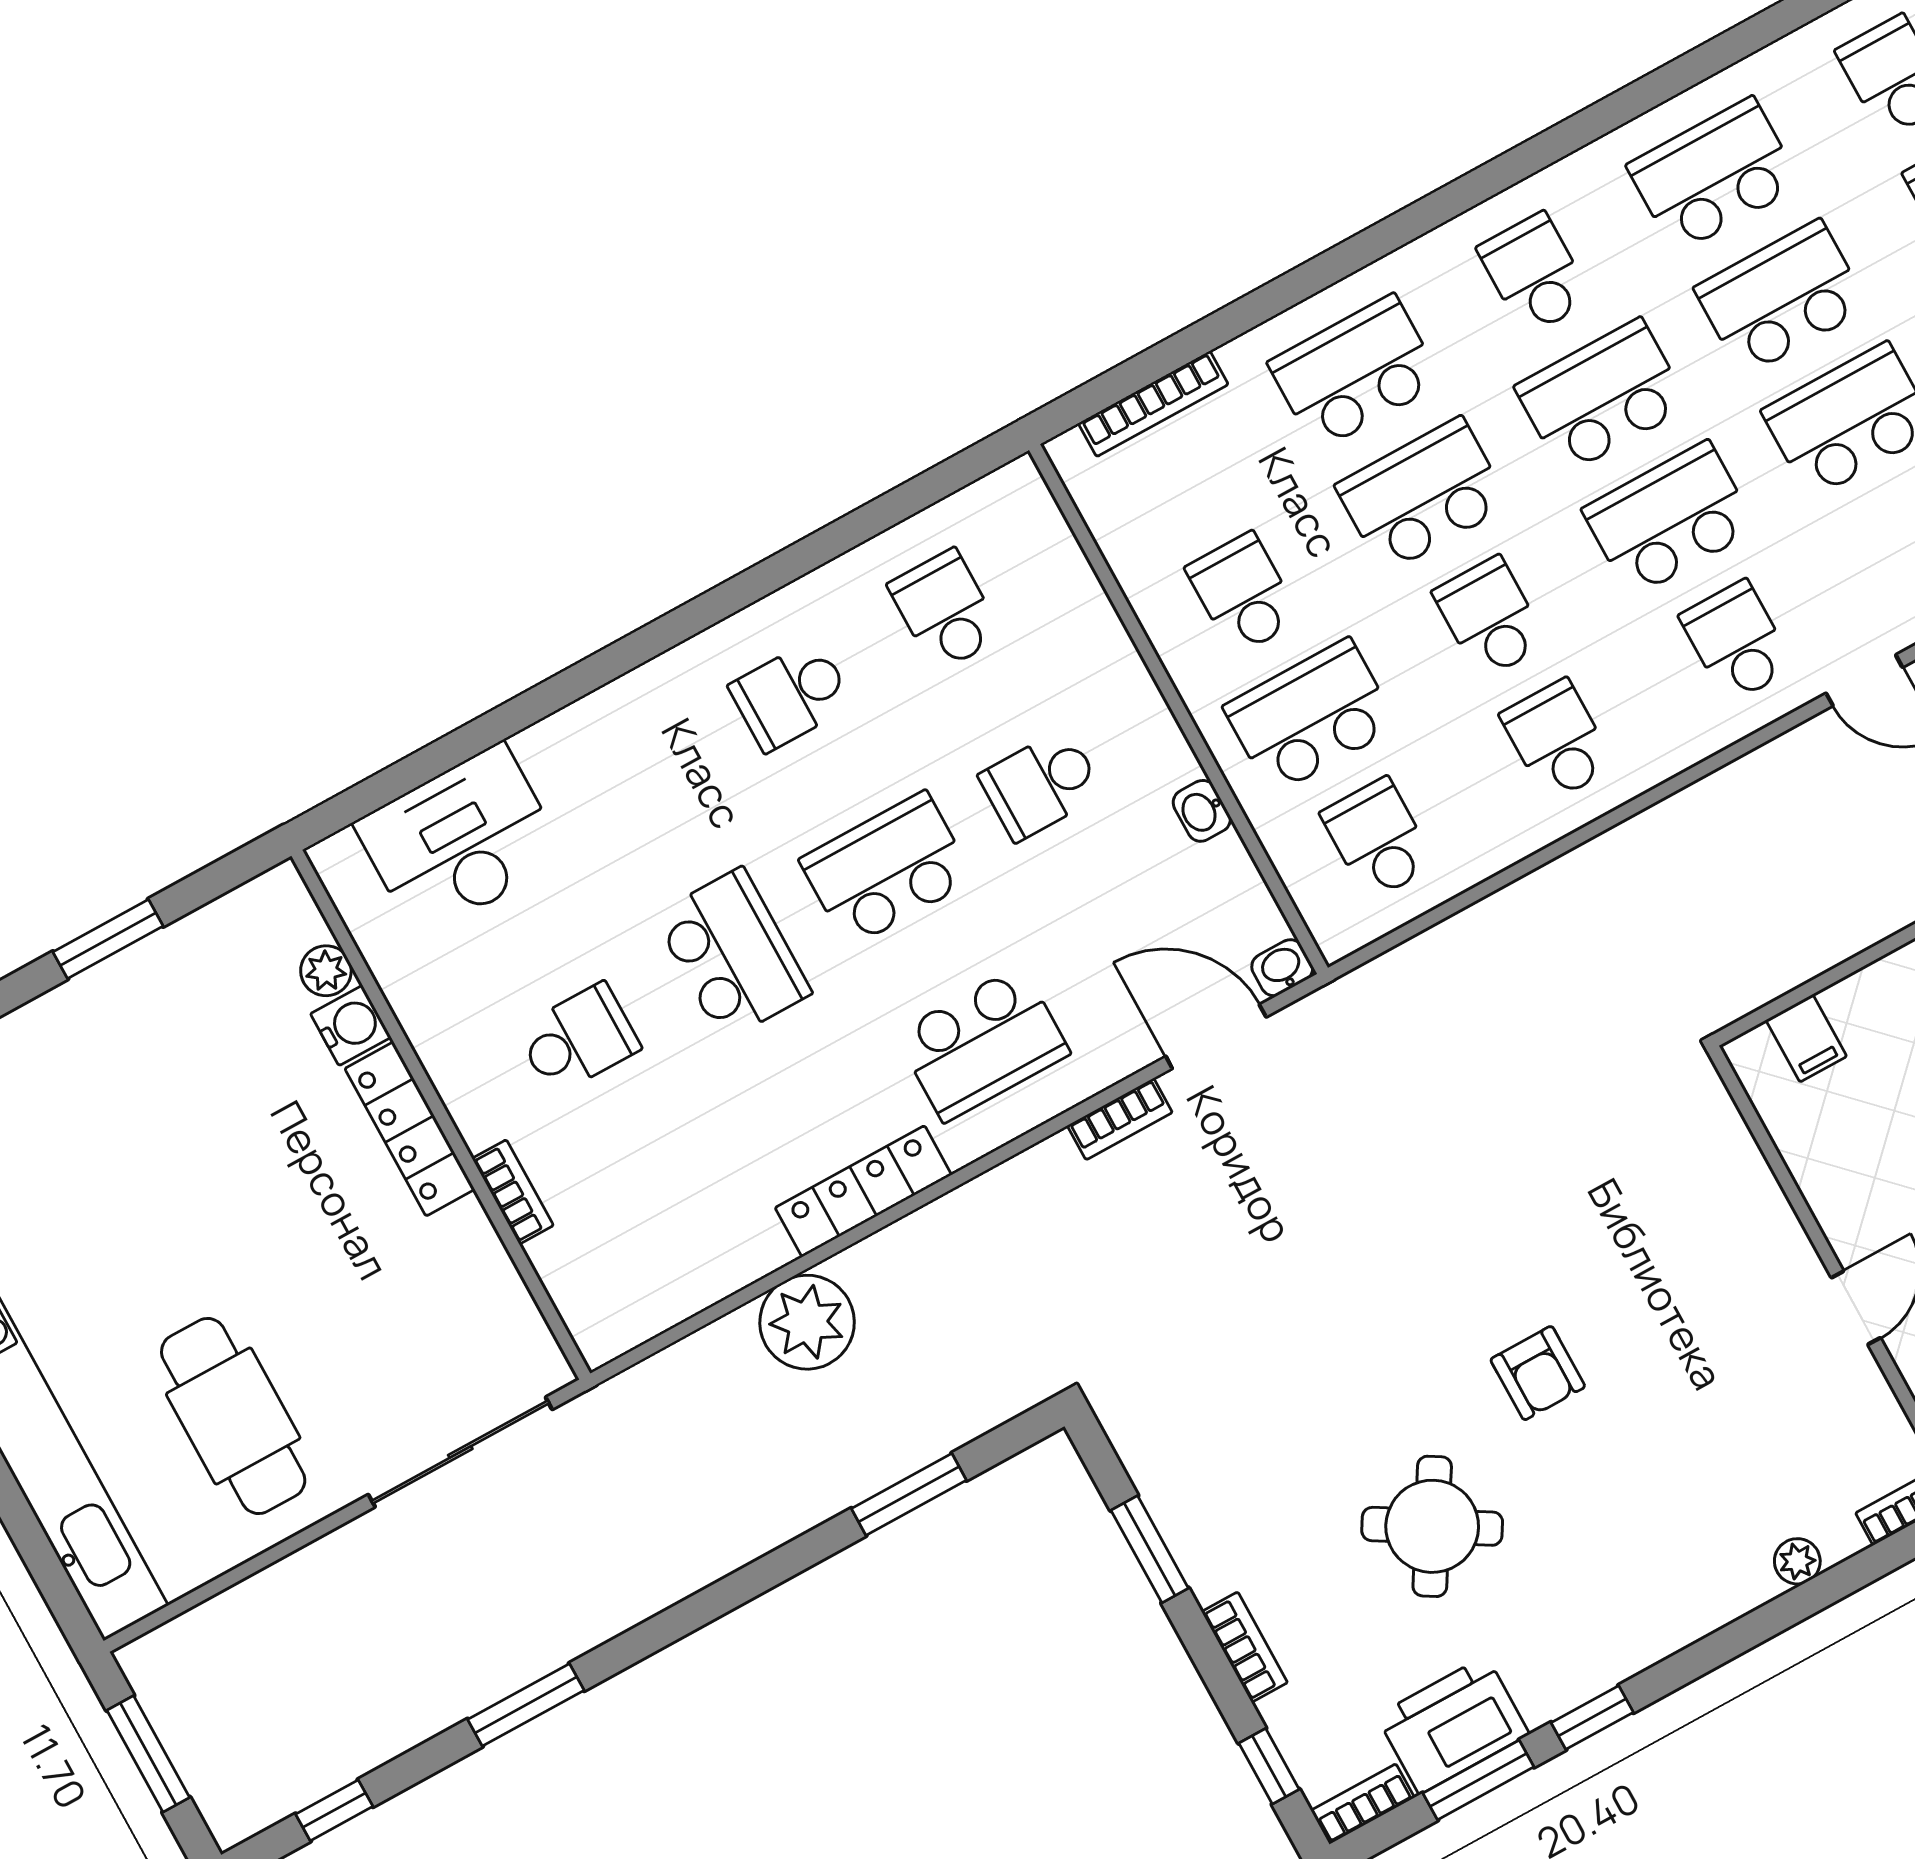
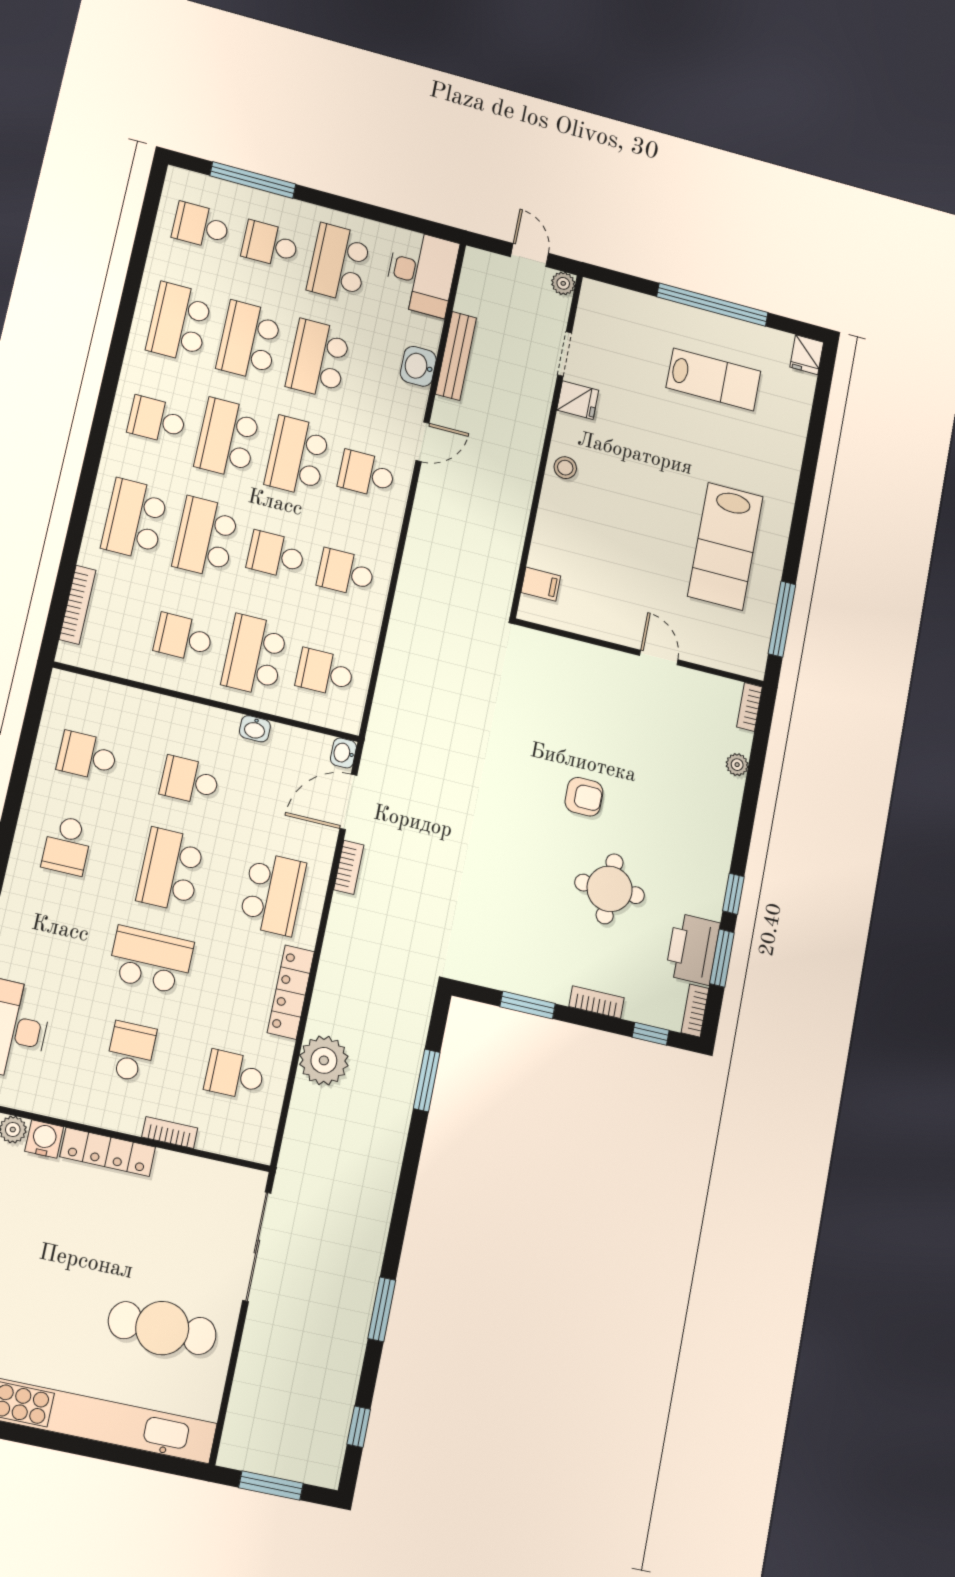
school desk: (1041, 785) -> (190, 781), turned 90
school desk: (674, 1213) -> (235, 1075), added
round table: (1432, 1526) -> (610, 889), turned -31

